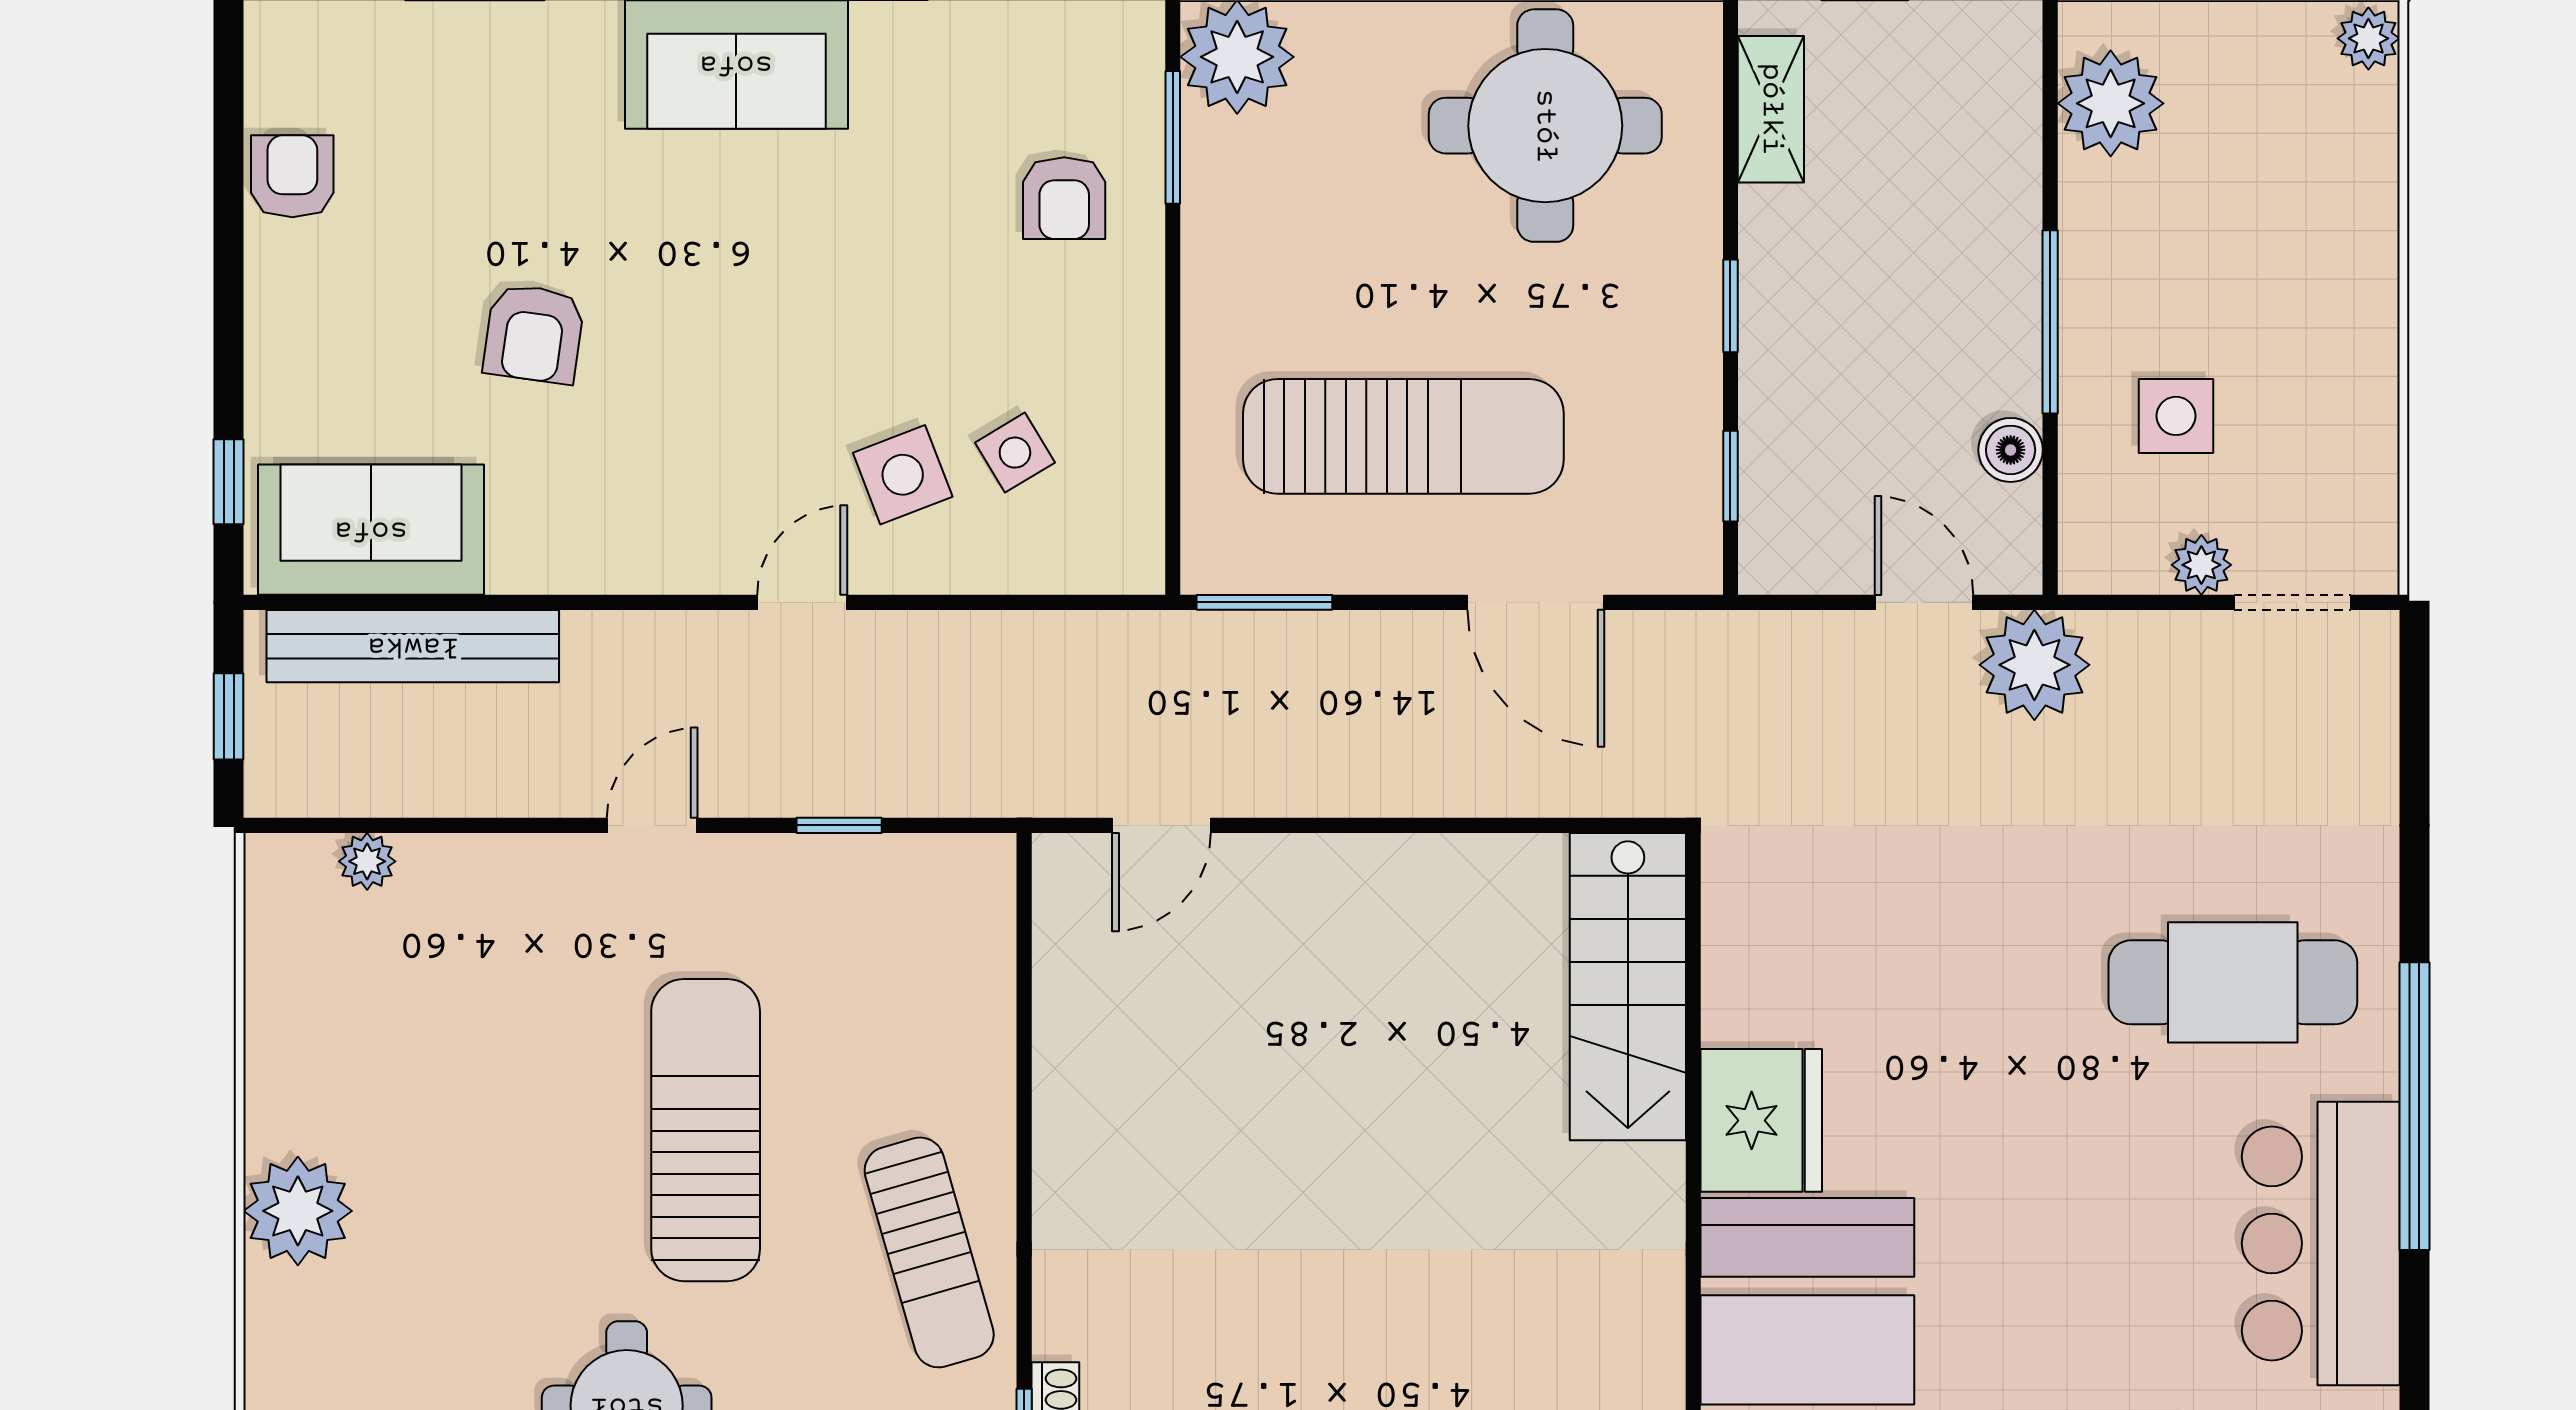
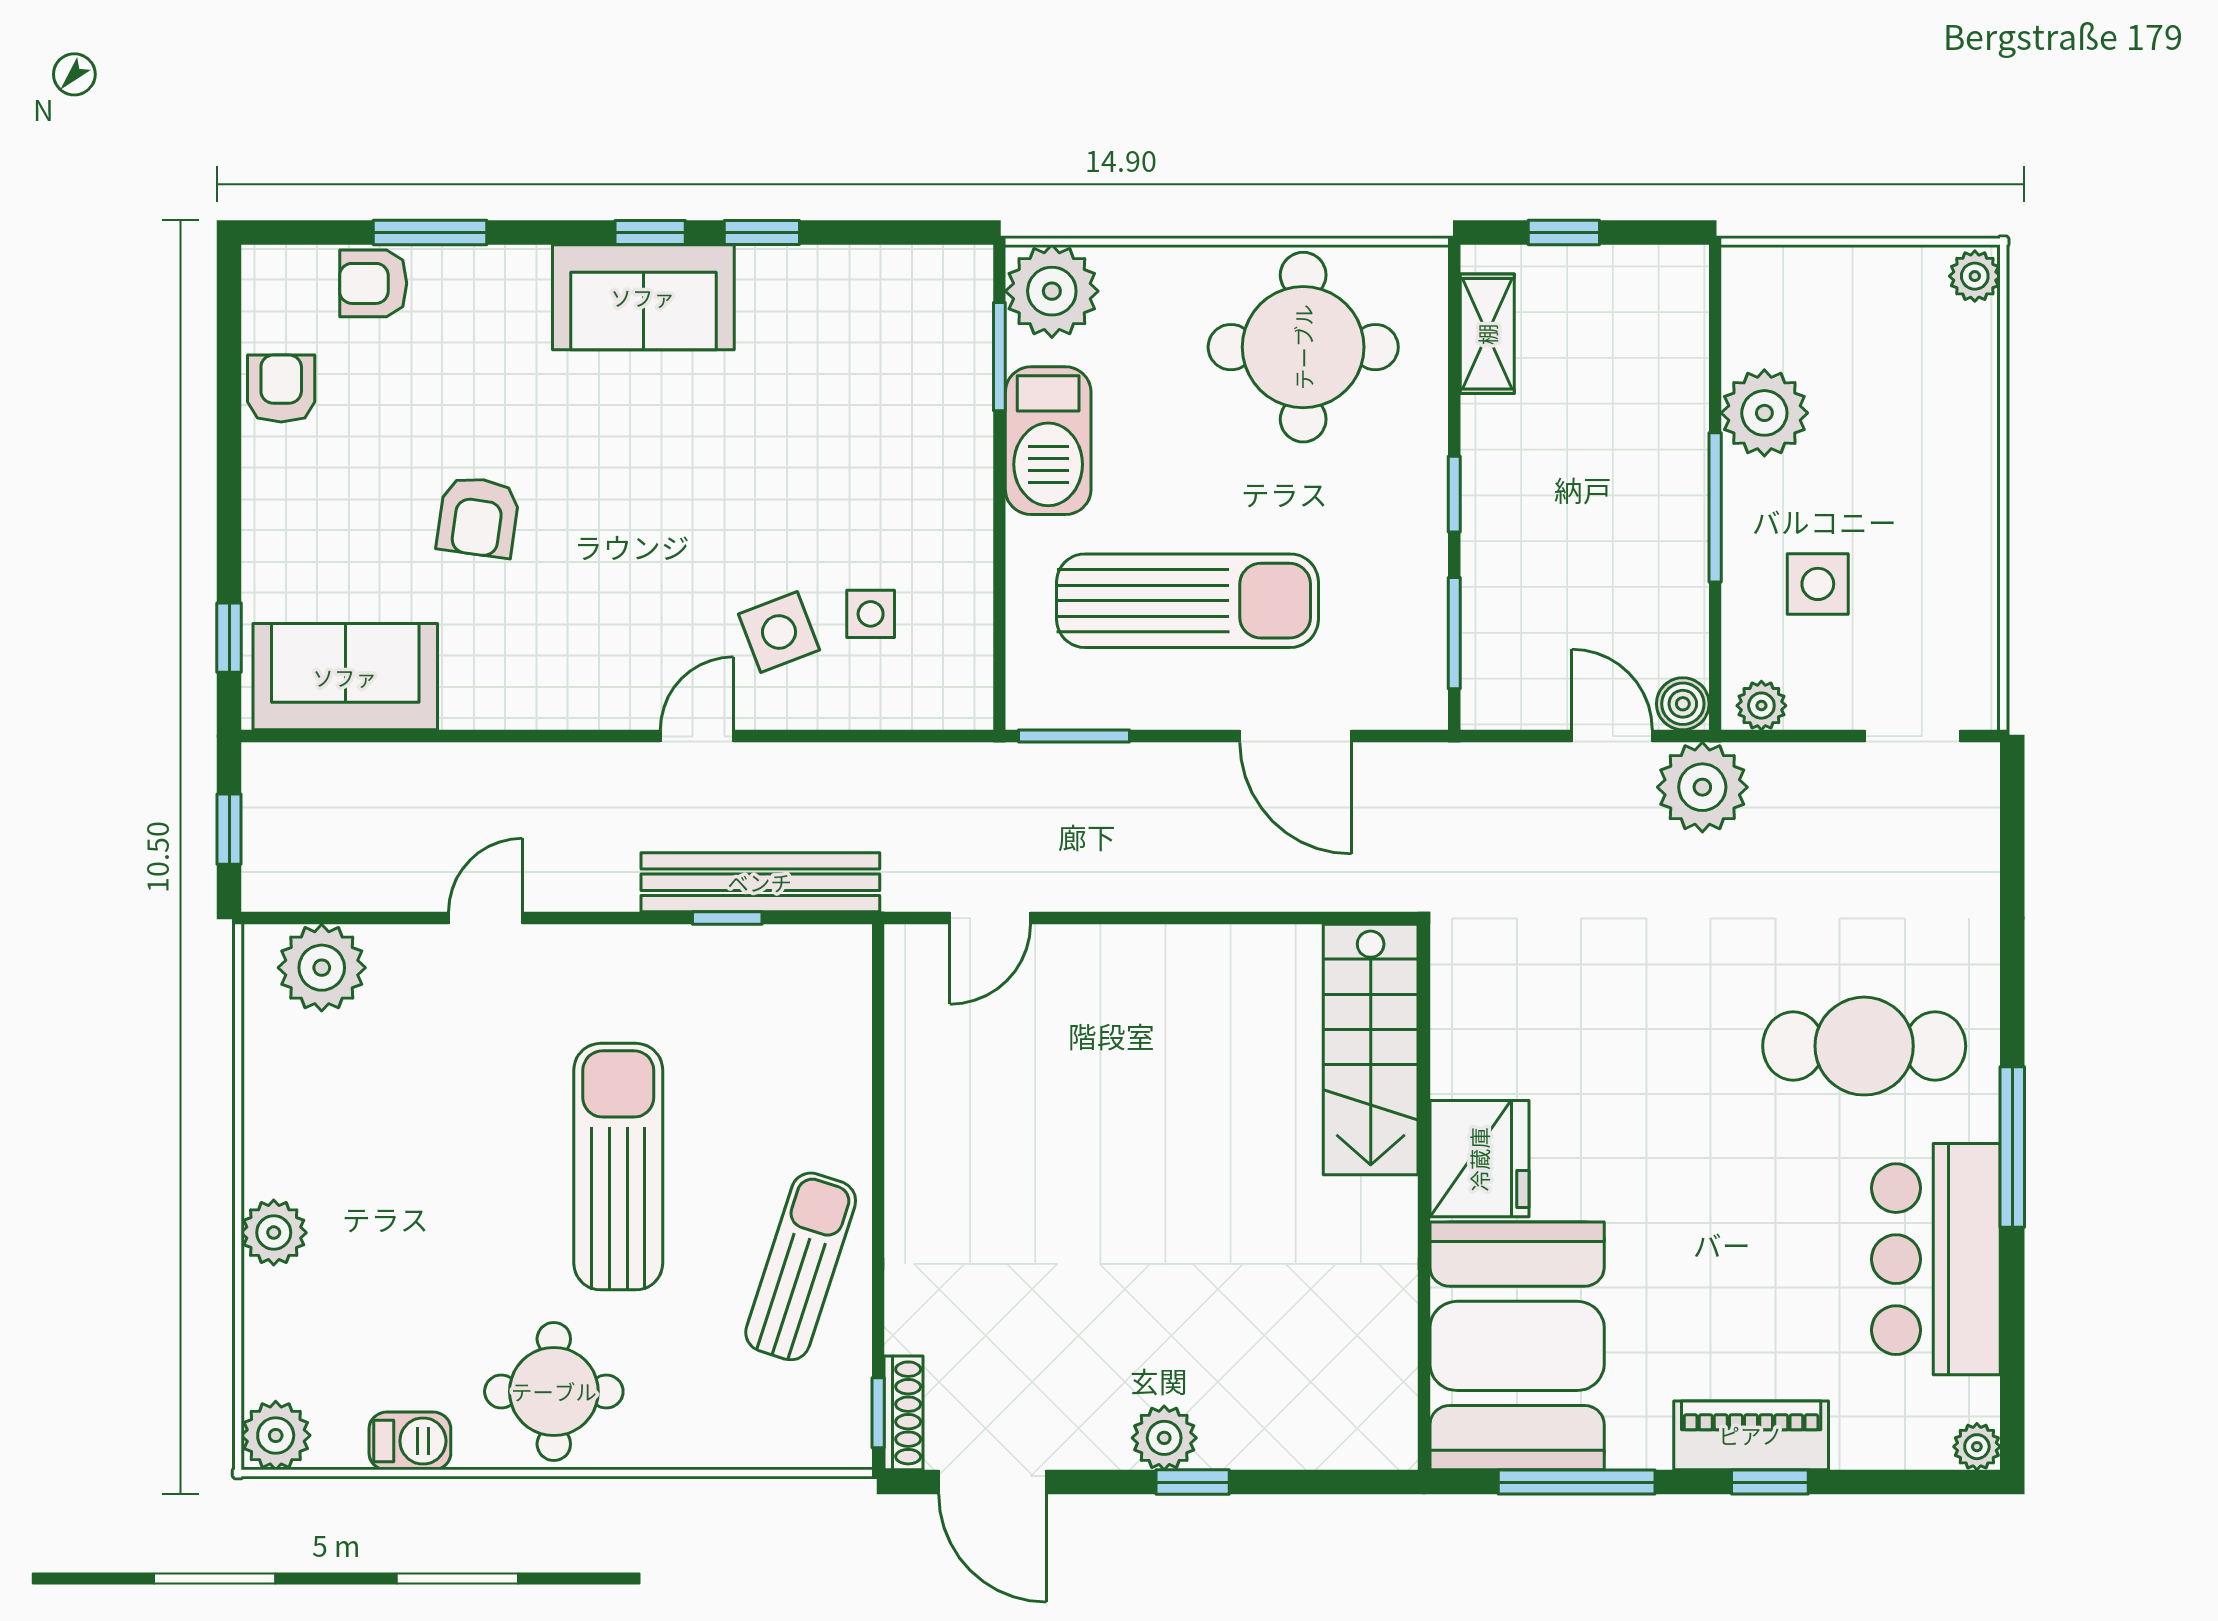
plant: (2111, 103) -> (1764, 413), moved
armchair: (1064, 198) -> (373, 283), moved, turned 90
barbecue: (1233, 240) -> (1048, 441), added
boiler: (2011, 450) -> (1683, 704), moved
side table: (1015, 453) -> (871, 614), turned 31
window: (1730, 476) -> (1454, 633), width x1.50
plant: (2201, 565) -> (1761, 706), moved
bench: (413, 646) -> (760, 882), moved
door: (652, 825) -> (486, 918), moved
plant: (367, 861) -> (322, 968), width x1.88, depth x1.88
window: (2414, 1106) -> (2012, 1147), width x0.68
plant: (298, 1211) -> (274, 1233), width x0.73, depth x0.73
sun lounger: (929, 1252) -> (801, 1266), turned -146

